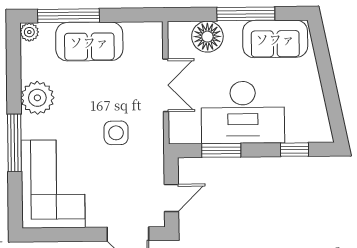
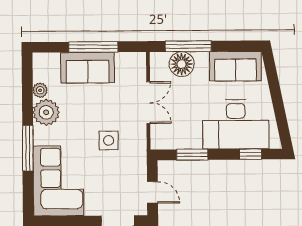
window: (246, 14) -> (188, 46), moved
window: (69, 16) -> (93, 47), moved
plant: (29, 32) -> (40, 90), moved
desk: (243, 112) -> (236, 124), moved
door: (171, 198) -> (152, 192), hinge flipped

